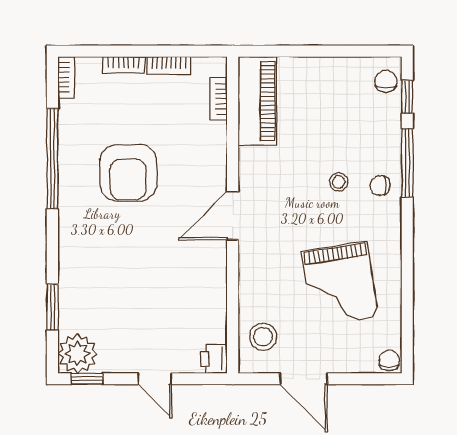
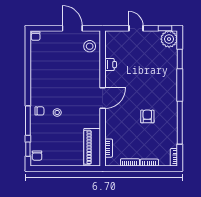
armchair: (128, 173) -> (147, 116), width x0.53, depth x0.53
grand piano: (340, 284) -> (57, 69), removed
printer: (214, 359) -> (111, 65), moved

